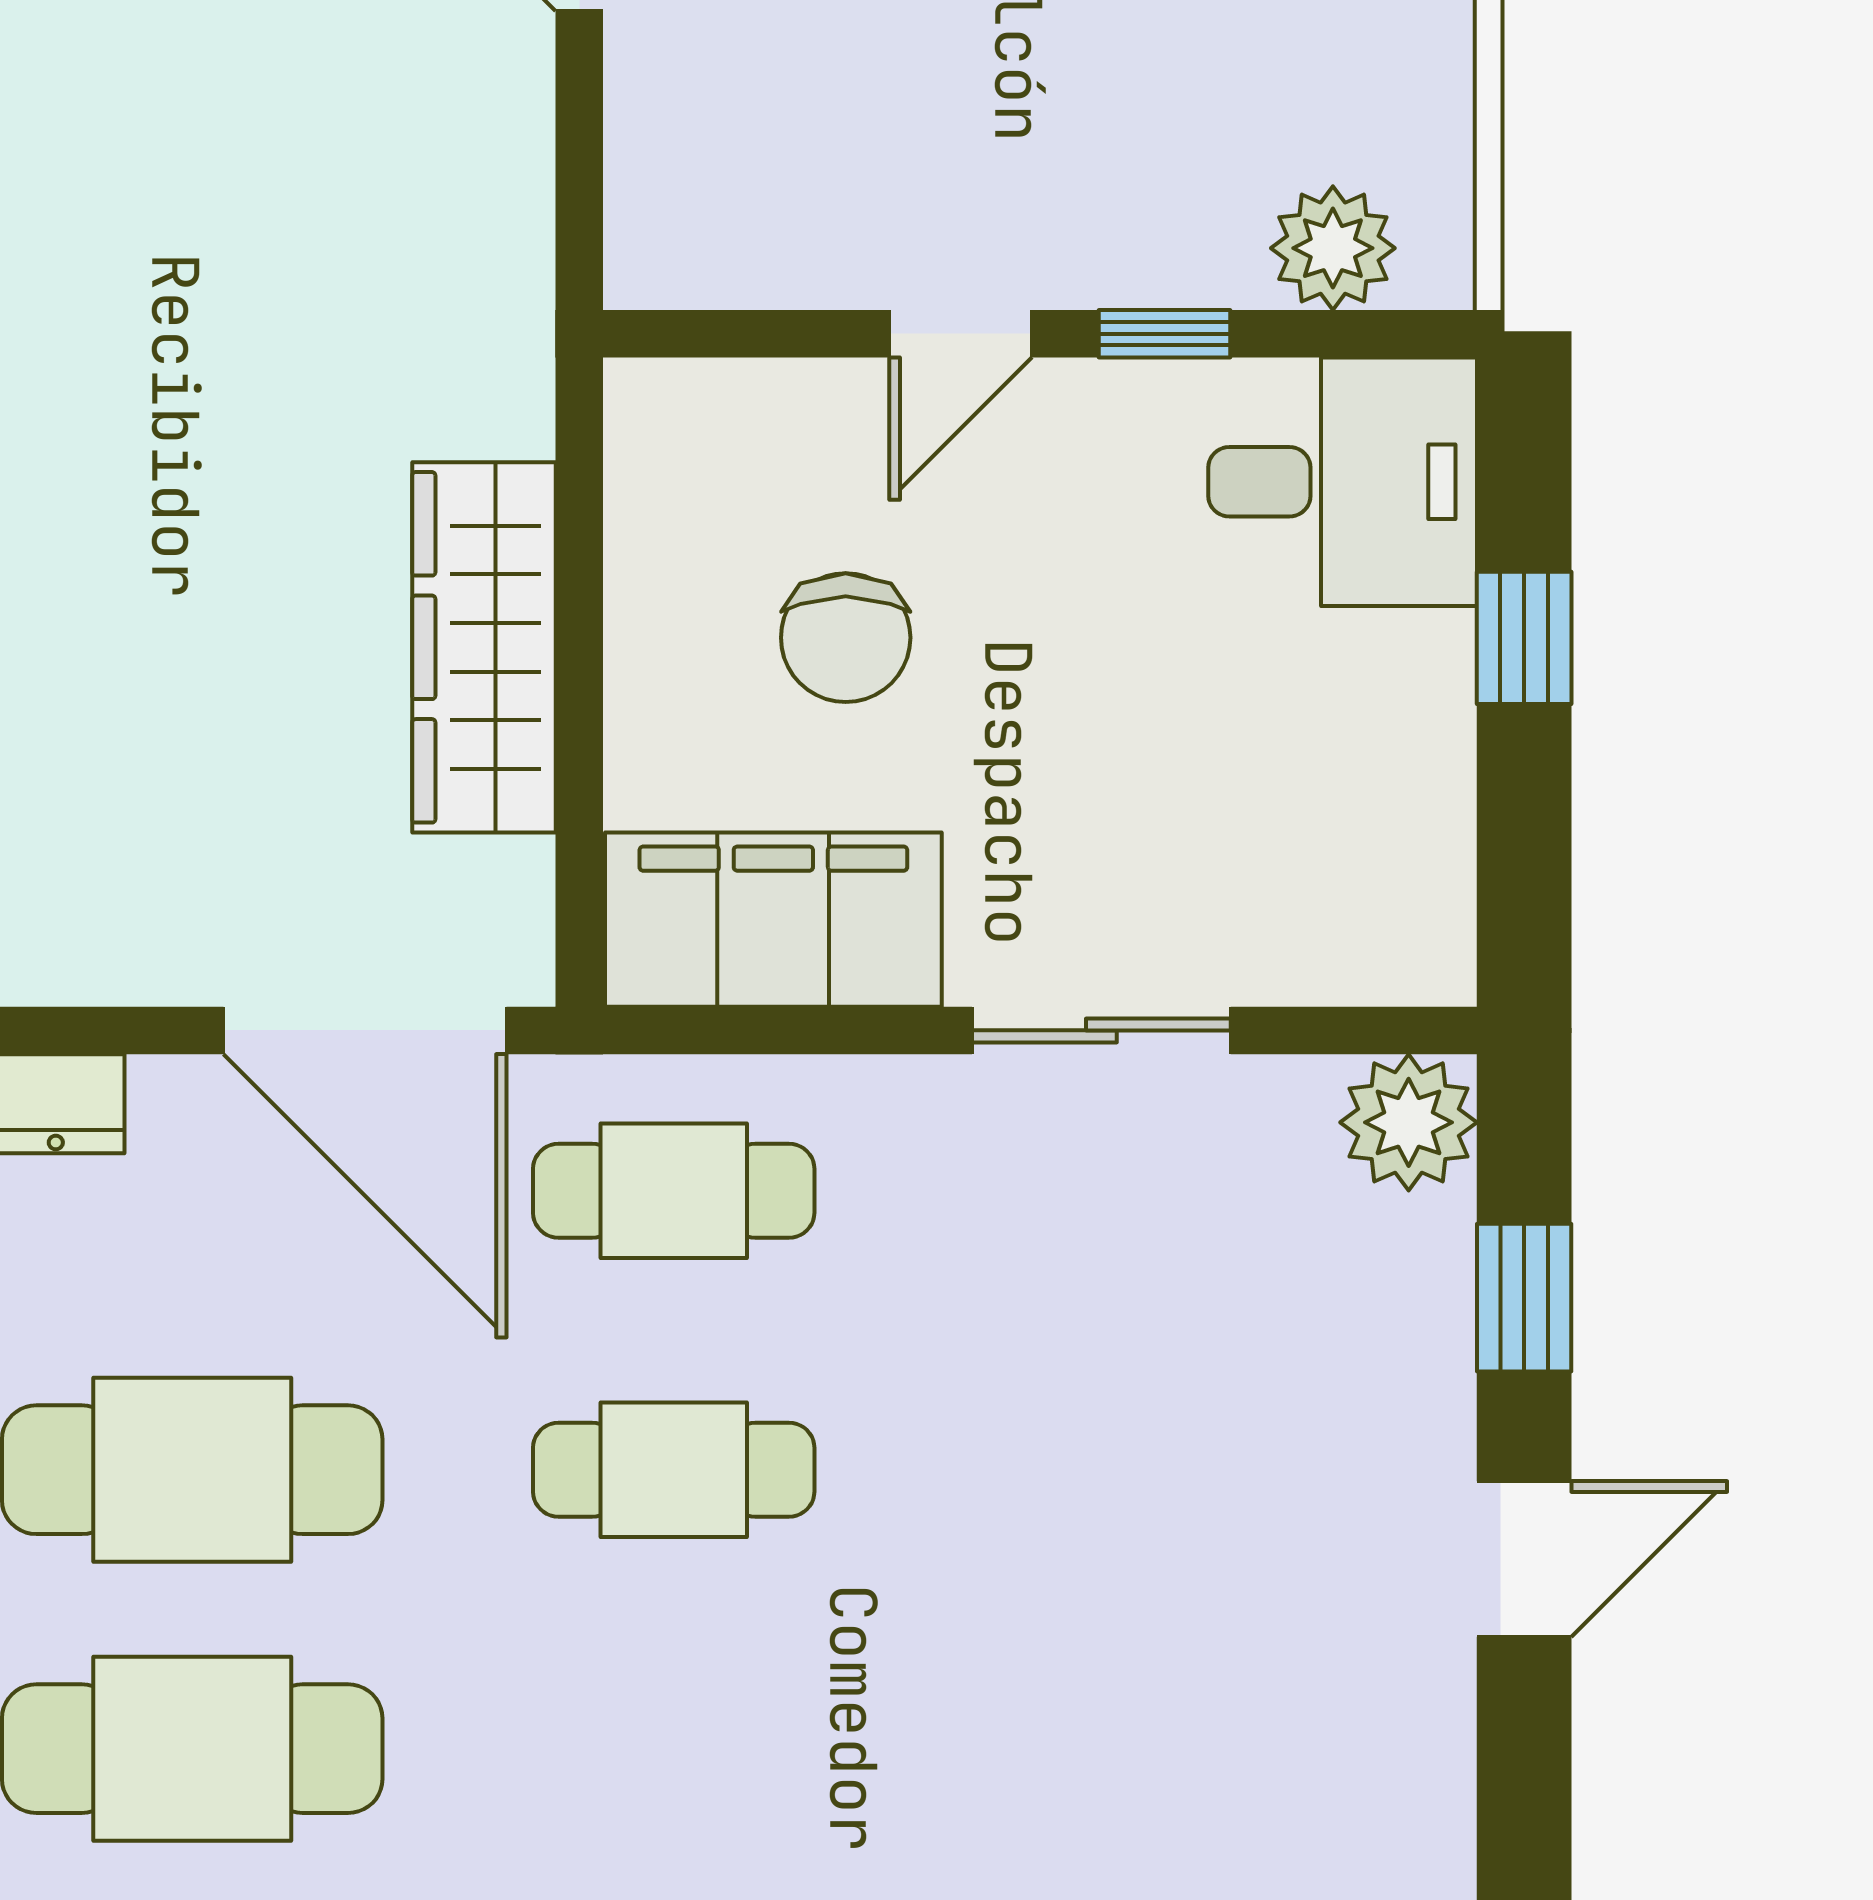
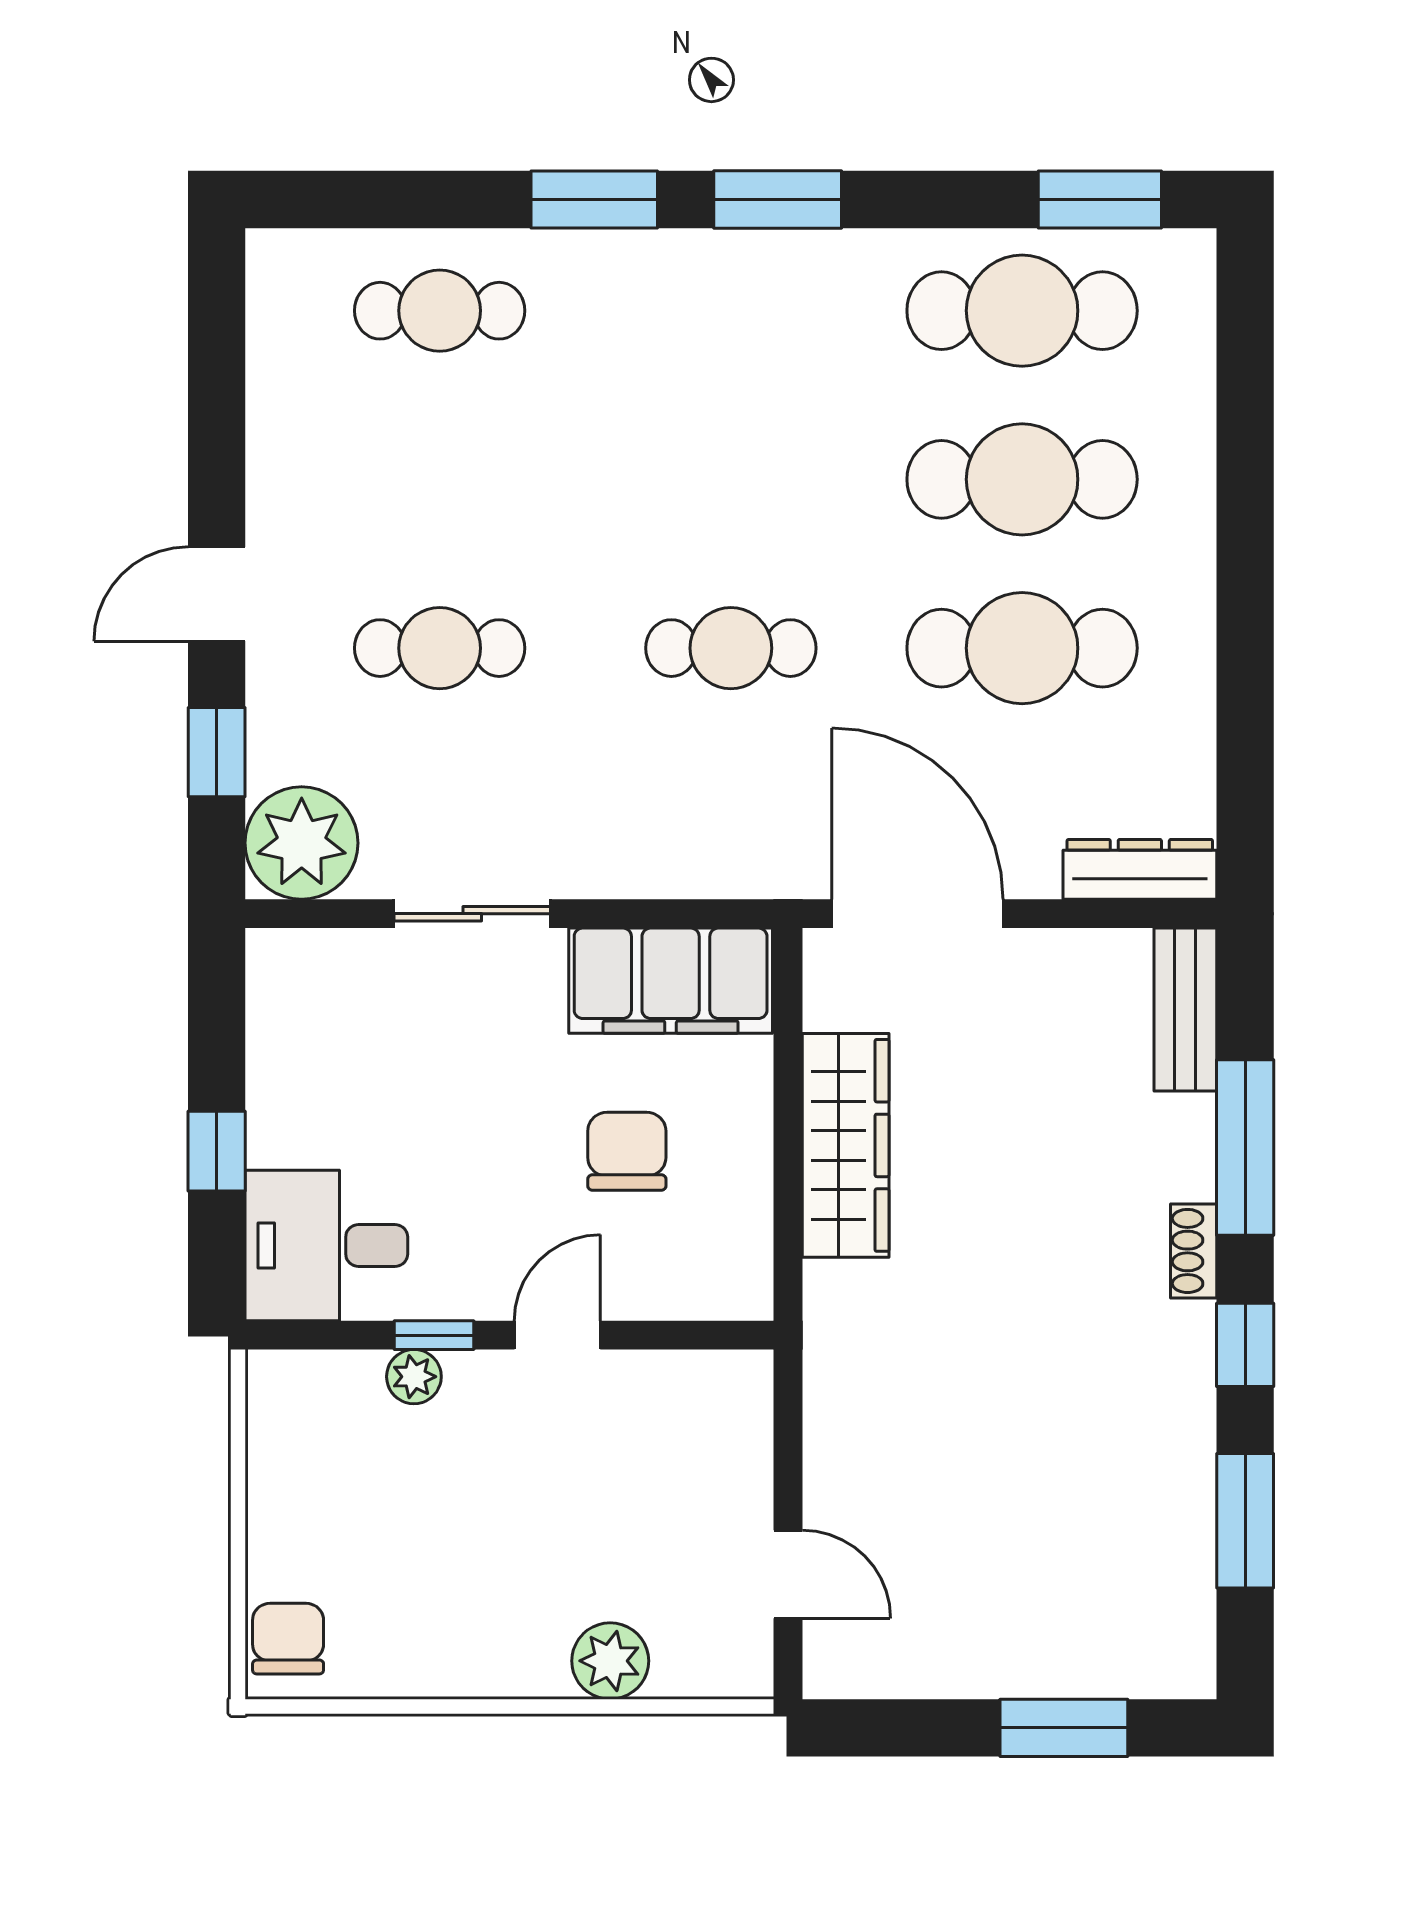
plant: (1333, 248) -> (414, 1377), moved, width x0.73, depth x0.73
plant: (1409, 1122) -> (302, 843), width x1.36, depth x1.36
cafe table: (674, 1191) -> (440, 648), moved

